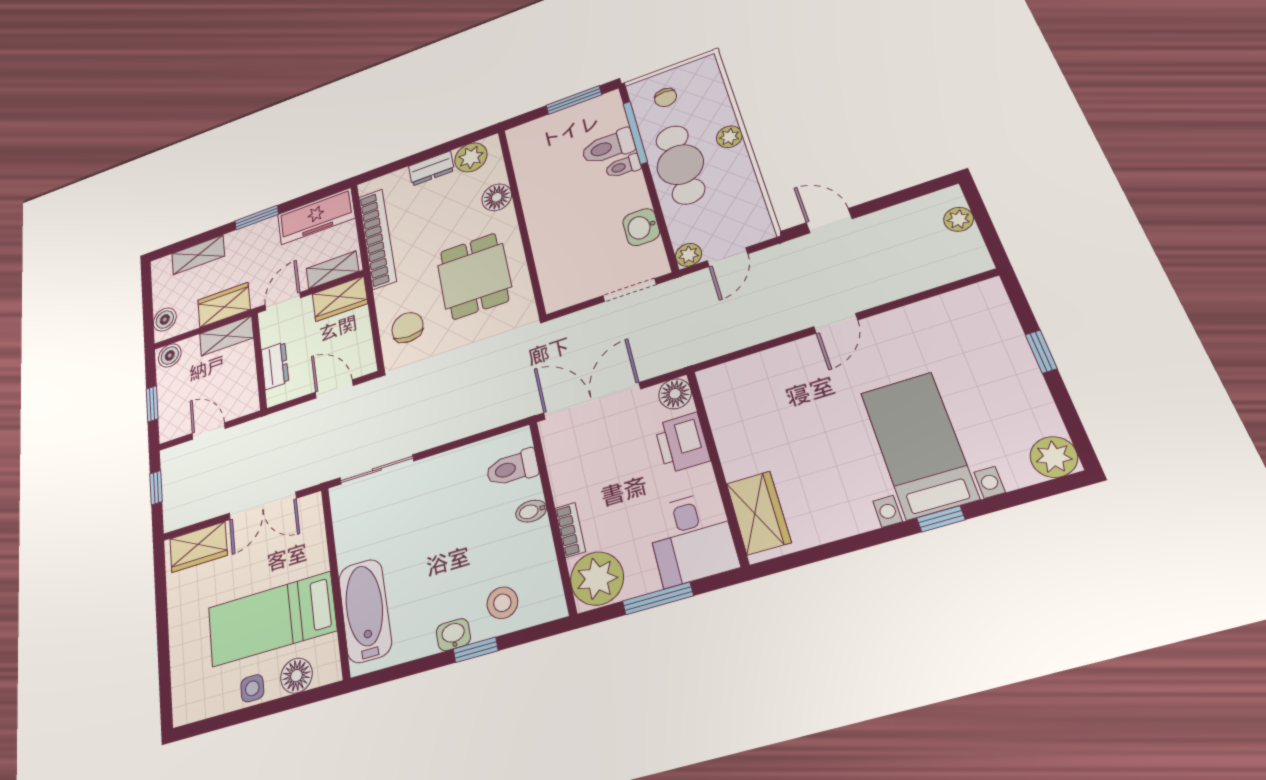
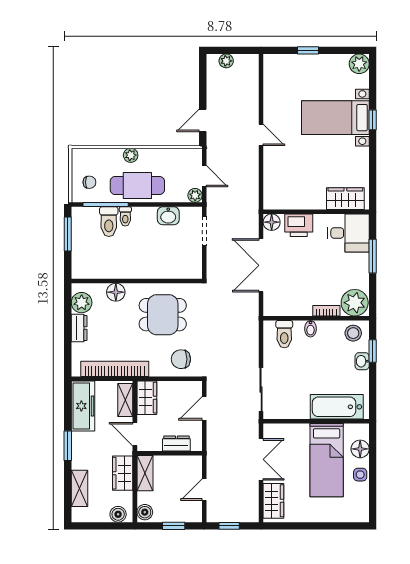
toilet: (512, 468) -> (284, 334), moved
bidet: (531, 511) -> (311, 329), moved
wall: (552, 515) -> (316, 318), moved
bookcase: (570, 530) -> (326, 311), moved
plant: (597, 578) -> (355, 303), moved

